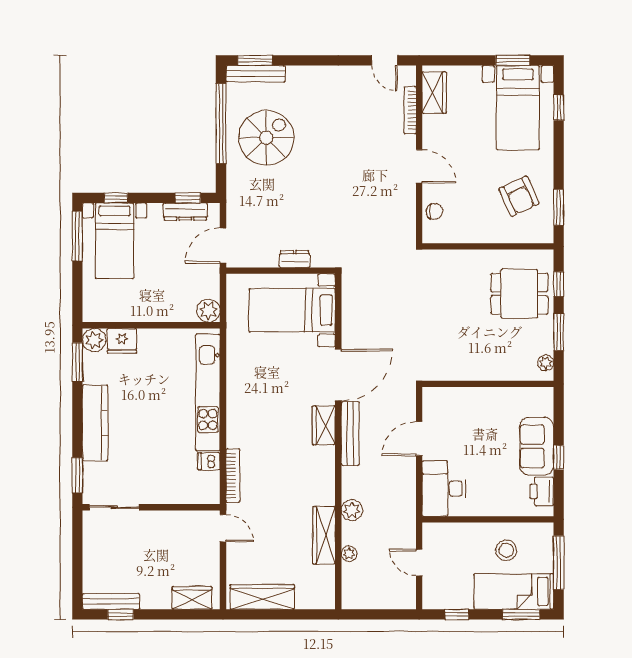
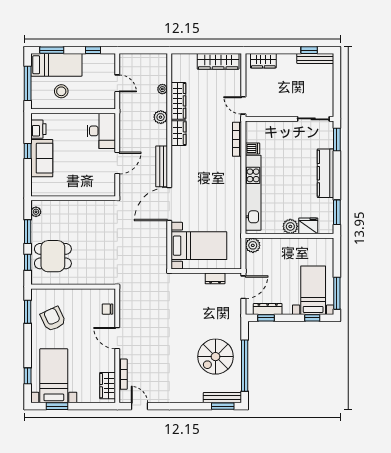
dresser: (295, 259) -> (215, 278), moved
plant: (94, 340) -> (290, 226), moved
wardrobe: (324, 425) -> (179, 133), moved

